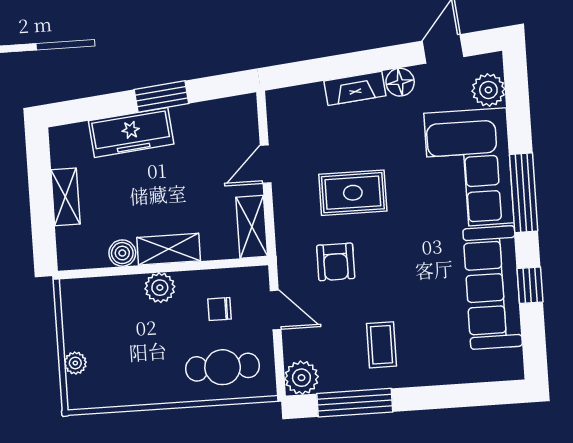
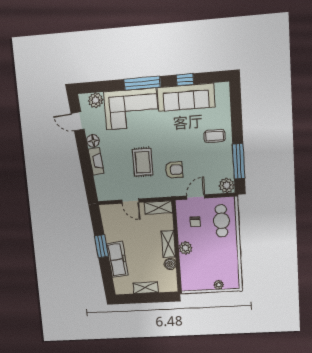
coffee table: (381, 345) -> (215, 136), moved

